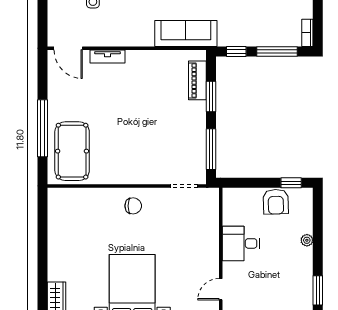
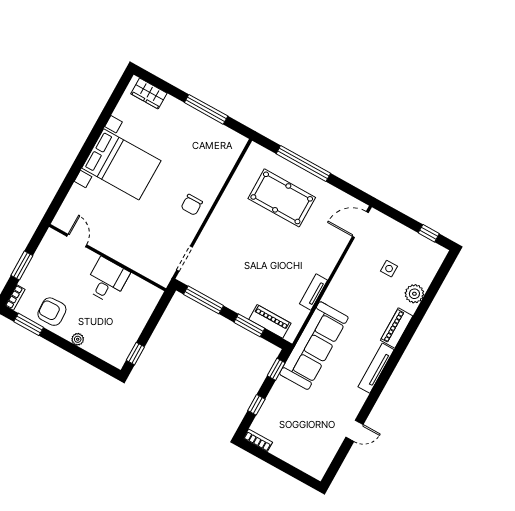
sofa: (186, 34) -> (314, 346), width x1.36, depth x1.27
window: (277, 52) -> (256, 405), width x0.46
tv unit: (107, 57) -> (313, 292), moved
pool table: (72, 151) -> (282, 198), moved
armchair: (276, 202) -> (52, 312), moved
window: (43, 240) -> (206, 109), added

